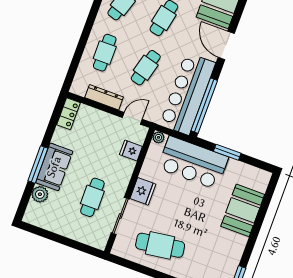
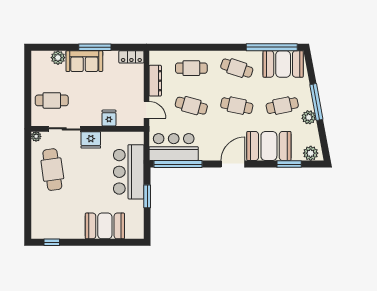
bar counter: (188, 94) -> (174, 147), width x0.73
plant: (158, 137) -> (36, 136), moved
fridge: (131, 150) -> (109, 118), moved
window: (38, 164) -> (95, 47), moved
cafe table: (92, 197) -> (52, 100), moved

